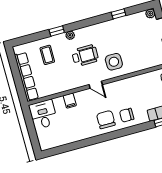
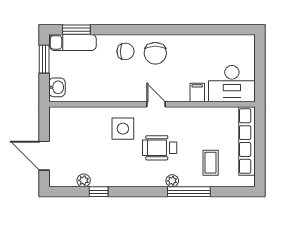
plant: (150, 13) -> (84, 180), moved
window: (57, 31) -> (189, 192), width x2.17
desk: (43, 114) -> (232, 84), width x1.37

